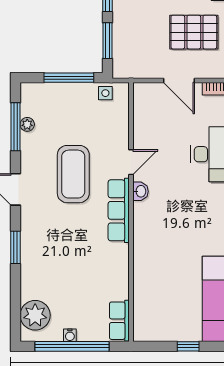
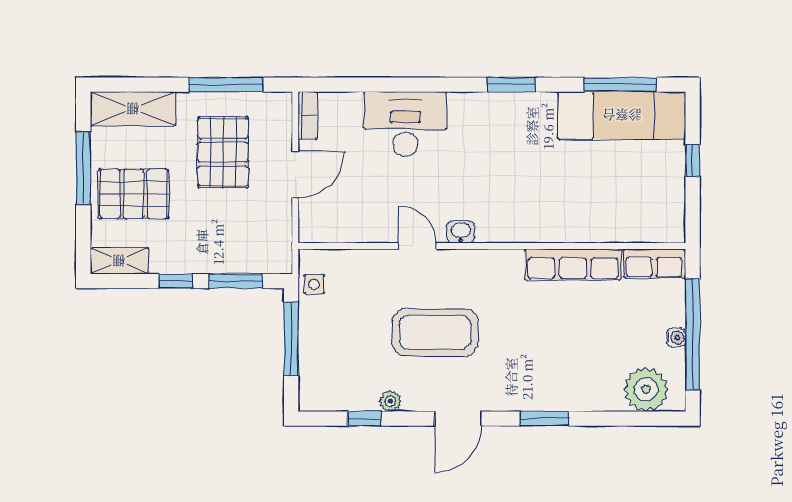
plant: (27, 124) -> (390, 401), moved
window: (15, 127) -> (364, 419), width x0.46
row of seats: (119, 210) -> (573, 264), moved

